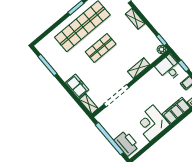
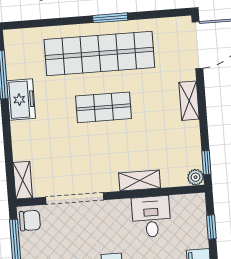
desk: (169, 68) -> (151, 217), moved
freezer: (77, 86) -> (21, 100), moved
chair: (104, 119) -> (30, 221), added

